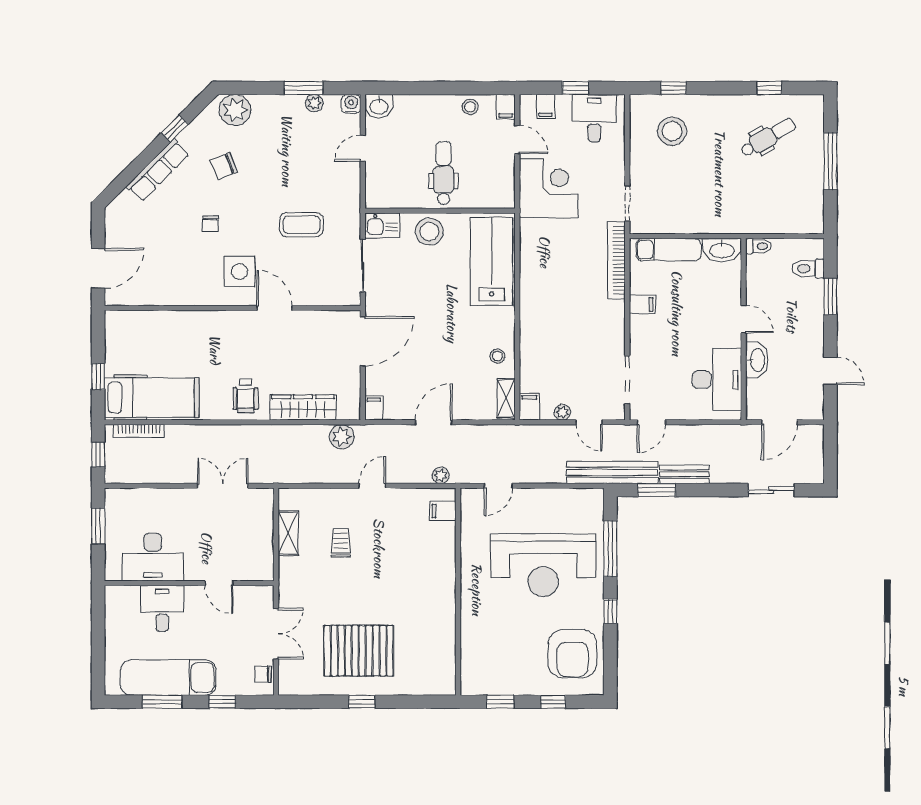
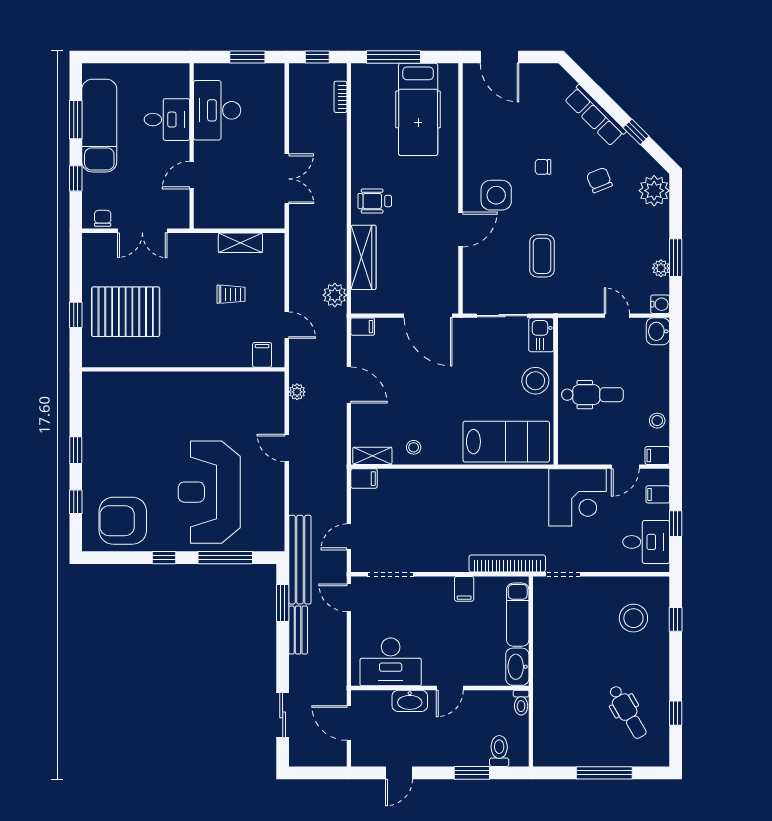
window: (98, 377) -> (393, 57), width x2.17
hospital bed: (152, 398) -> (418, 109), moved
plant: (562, 412) -> (359, 511), removed
bookcase: (139, 431) -> (340, 97), width x0.64
filing cabinet: (443, 511) -> (262, 355), moved
wall: (458, 592) -> (183, 369), moved
pallet: (359, 651) -> (126, 312), turned 90

